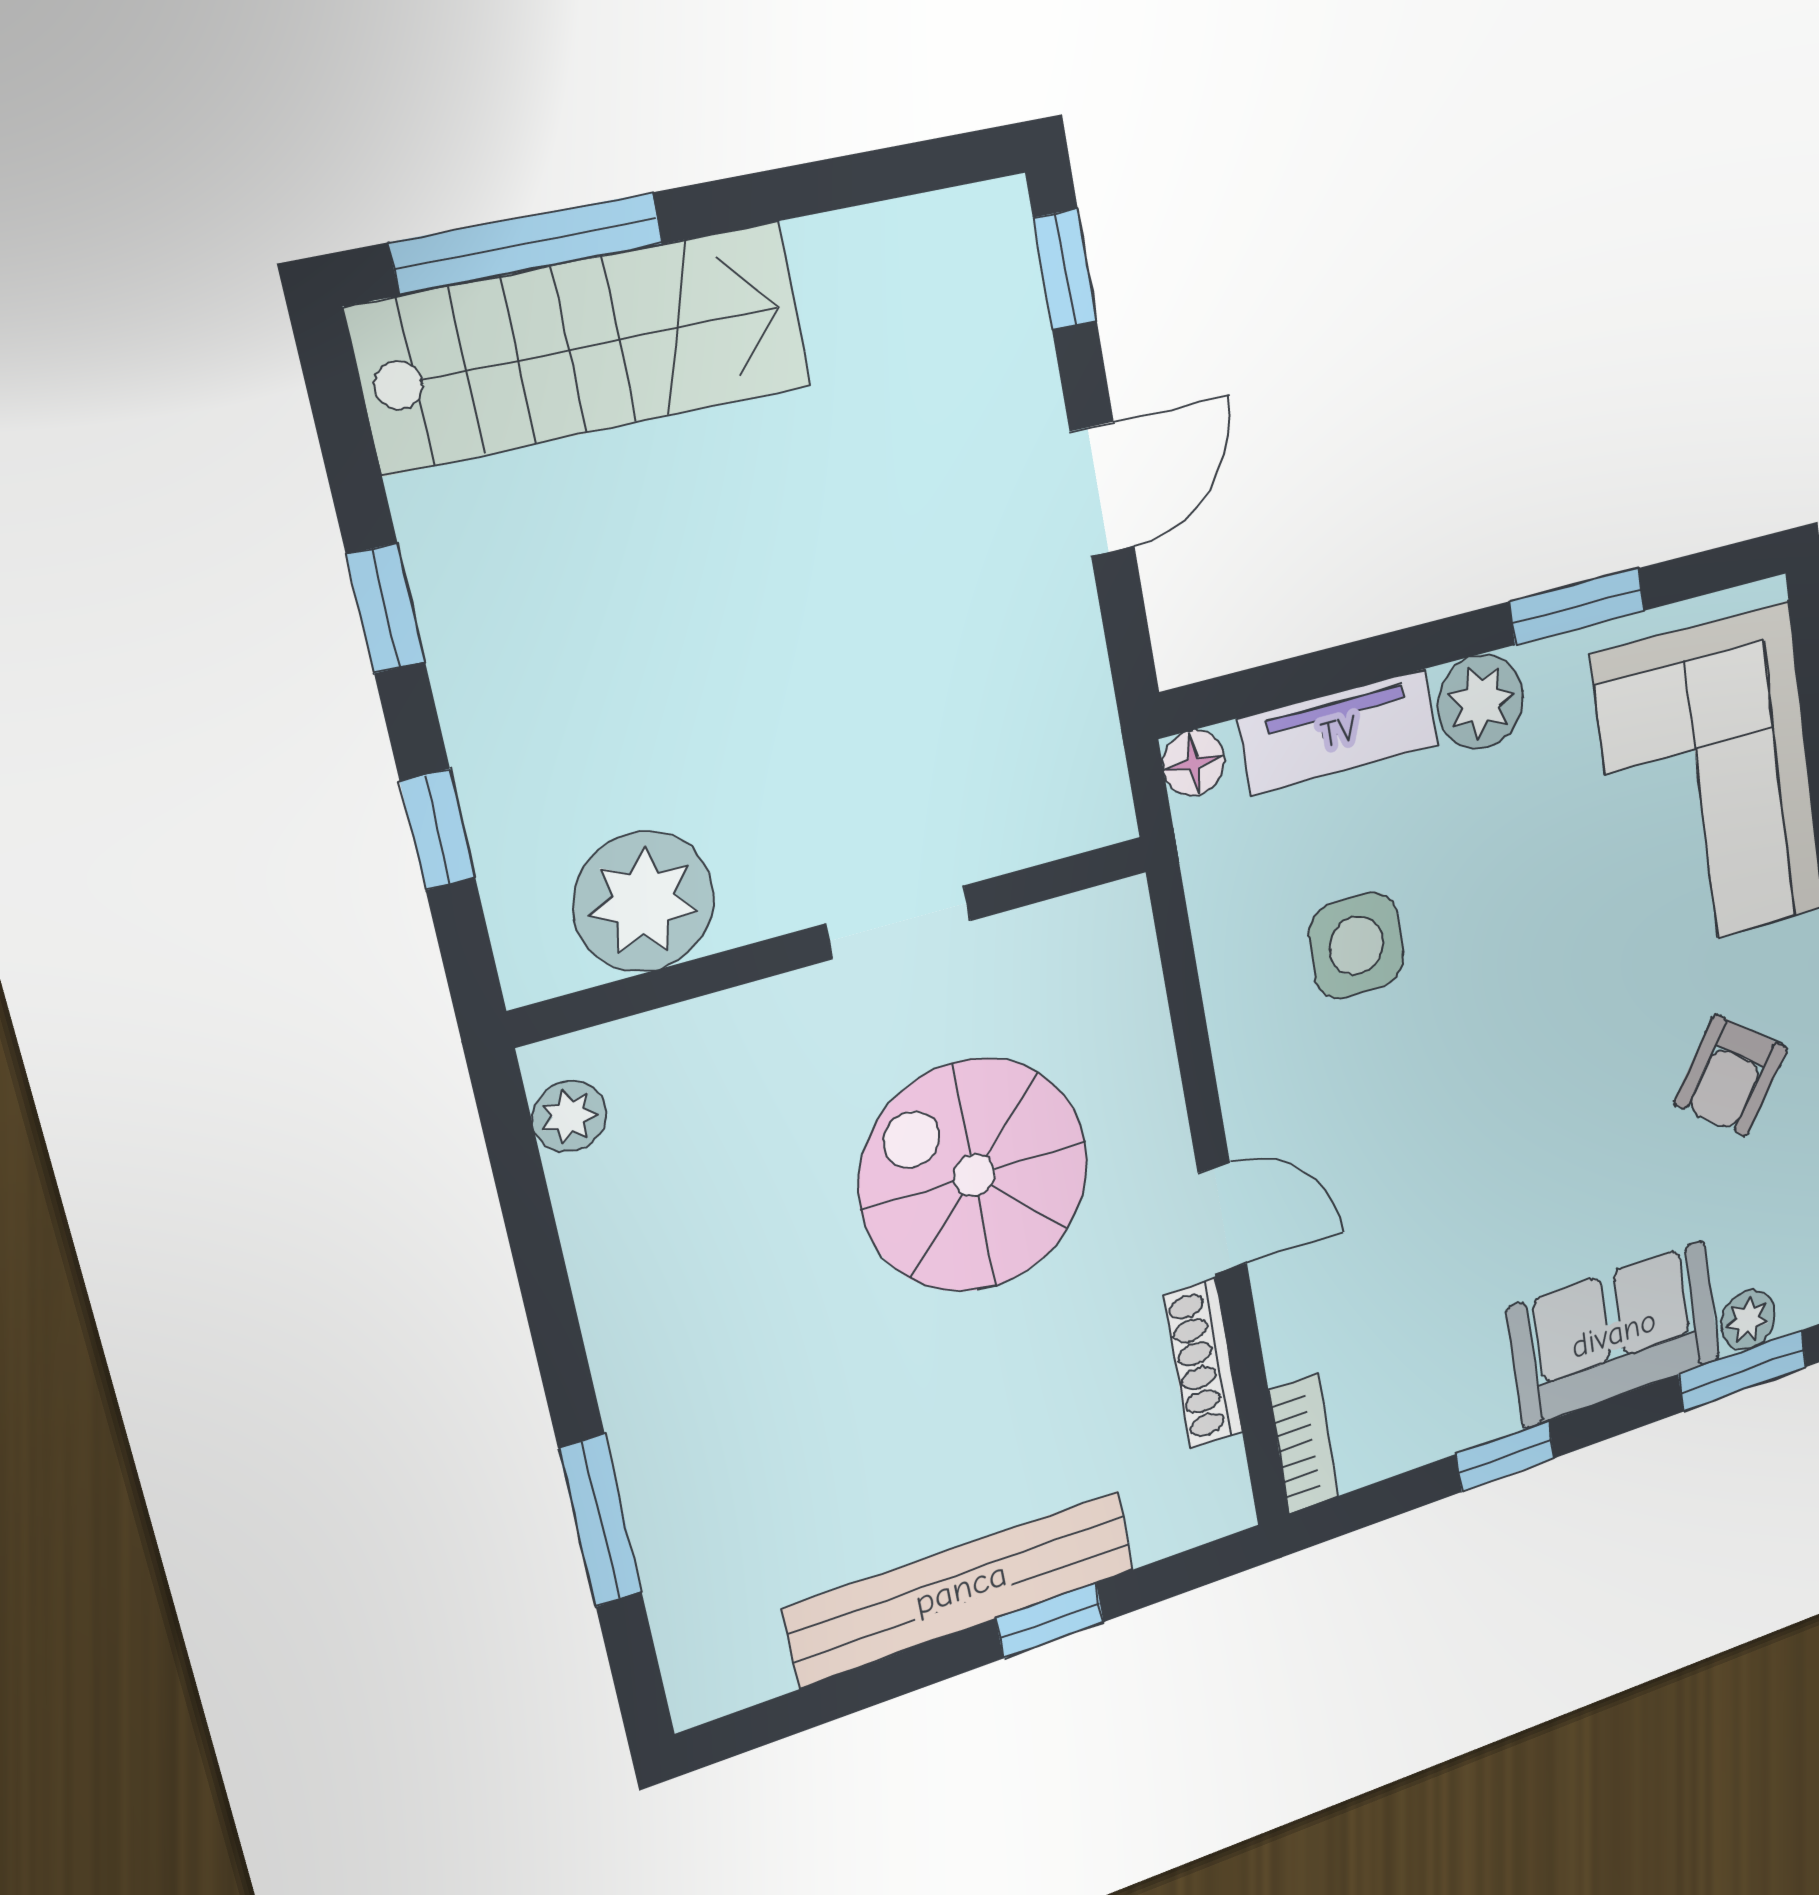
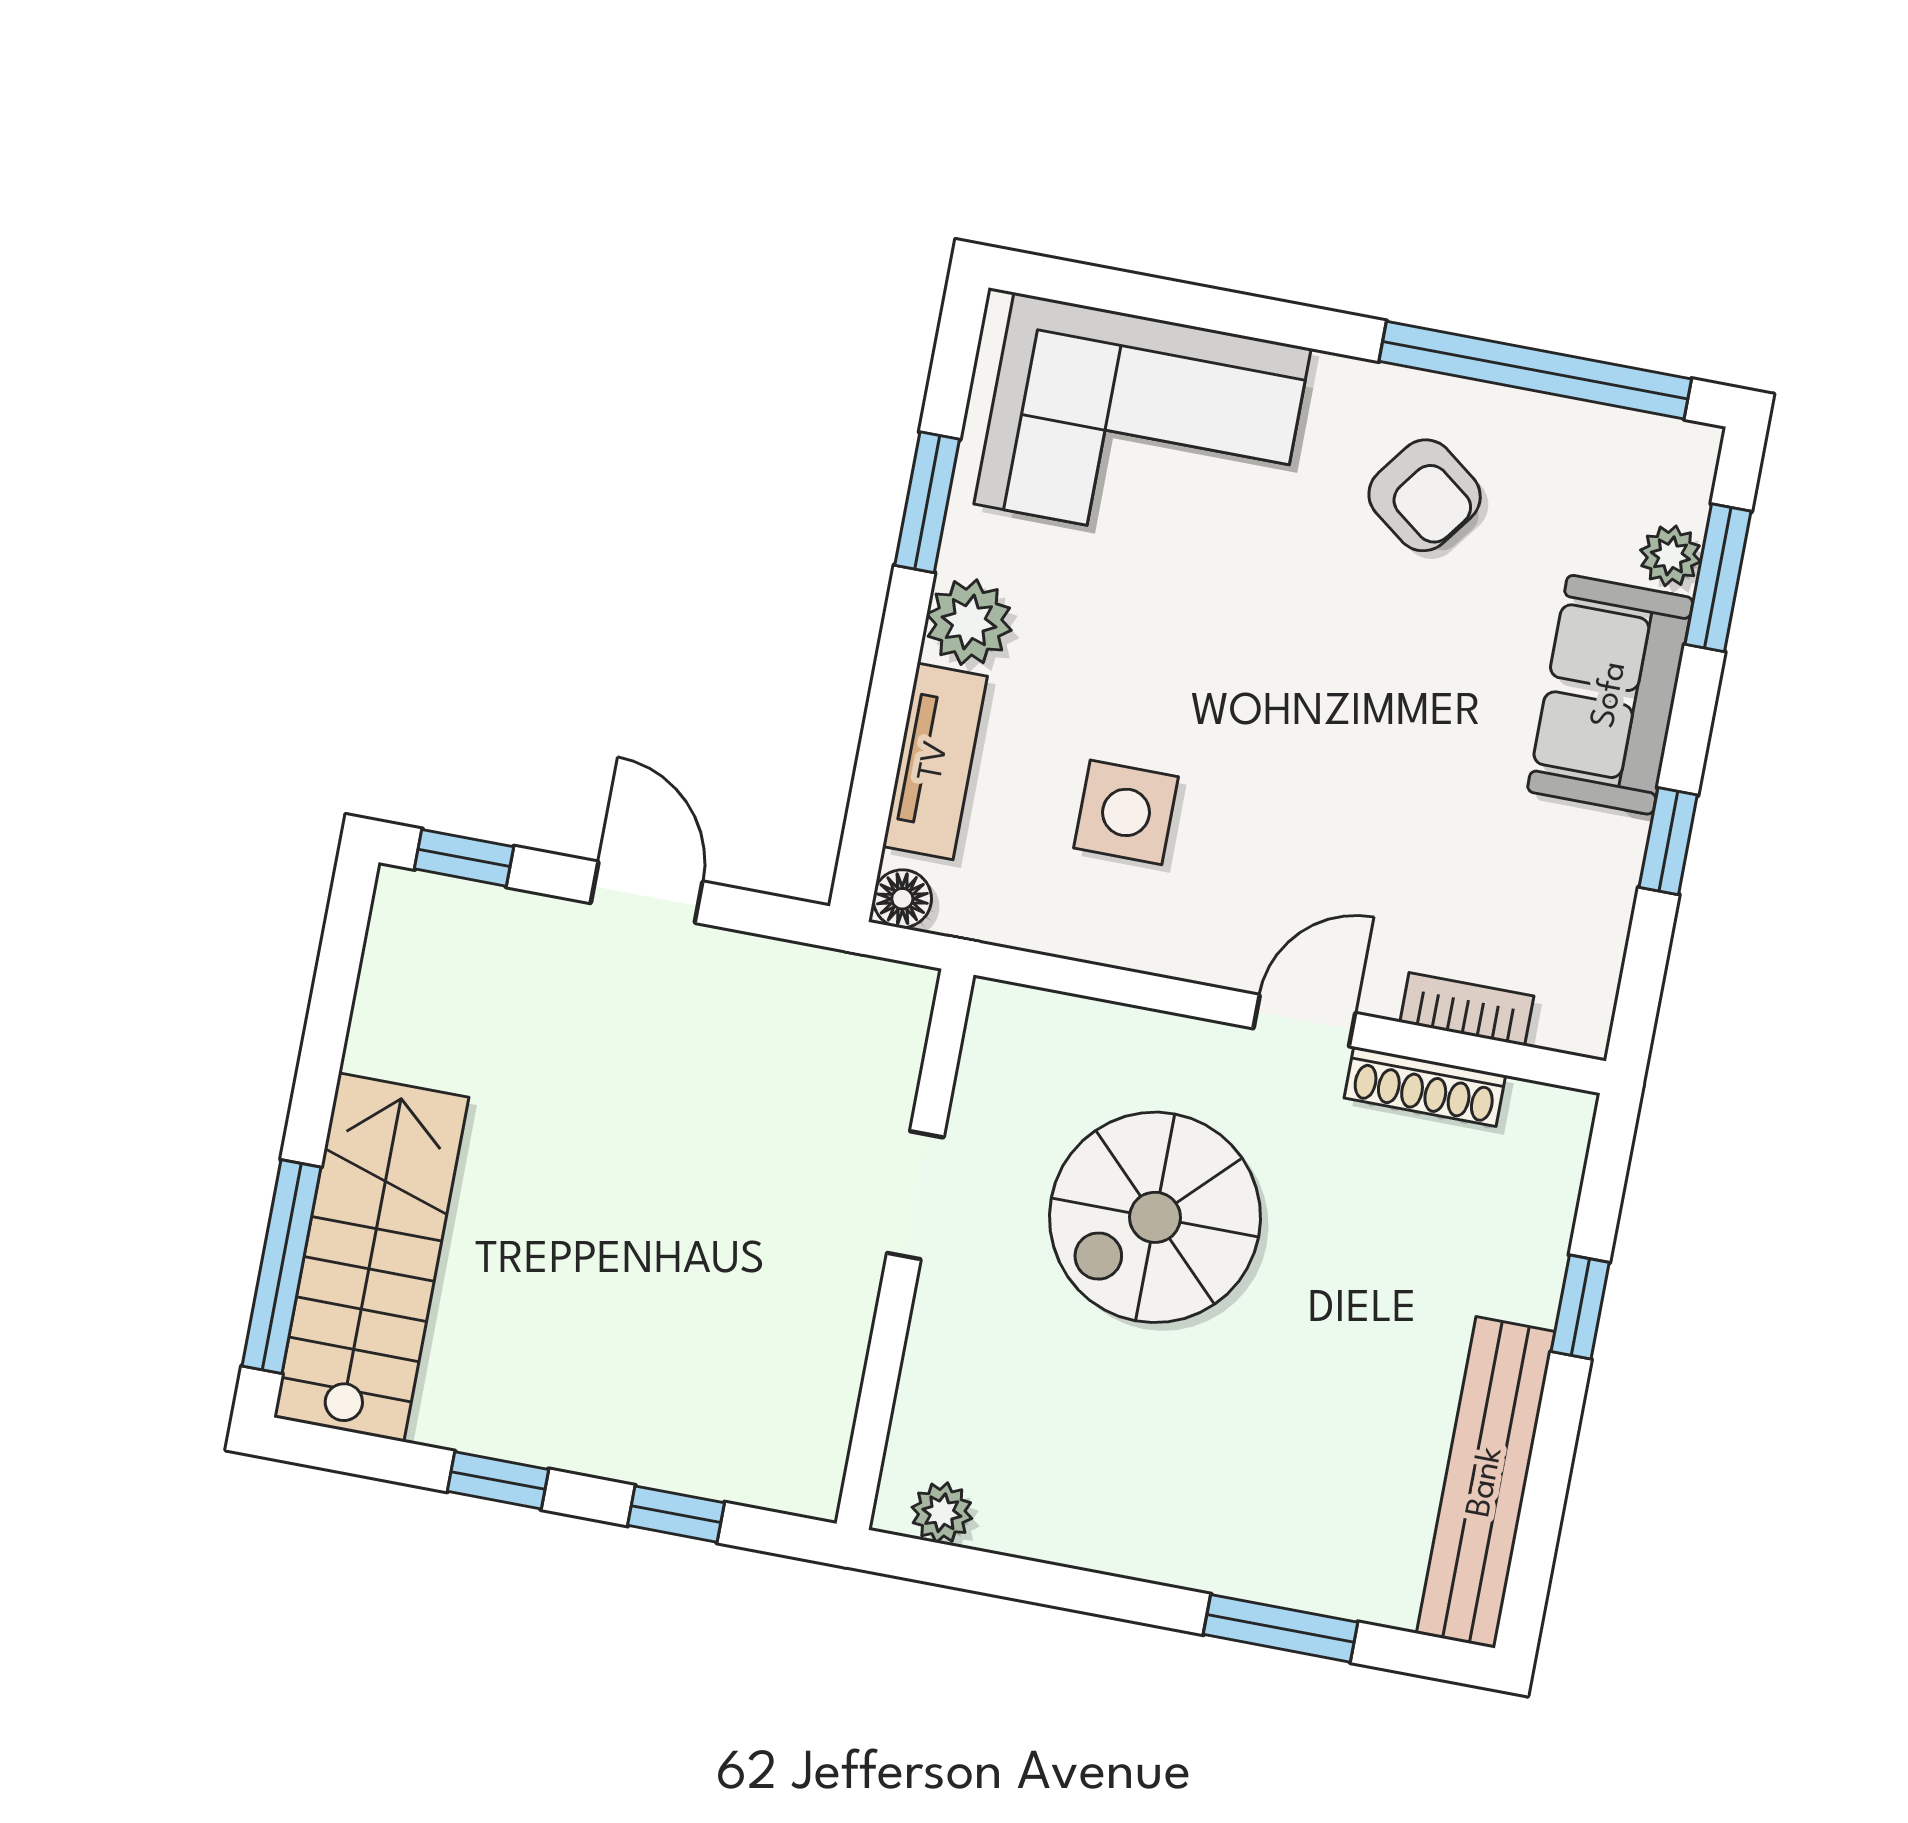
plant: (644, 902) -> (803, 1387), removed
bookcase: (1303, 1444) -> (1467, 1009), moved
bench: (961, 1589) -> (1486, 1482), moved

